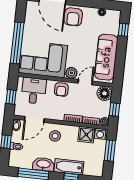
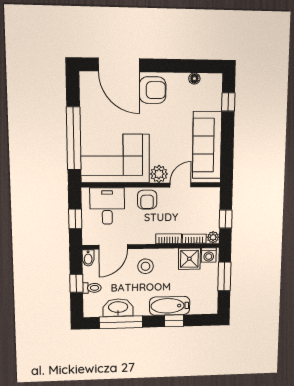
armchair: (73, 17) -> (153, 90), turned -90
floor lamp: (105, 93) -> (209, 198), removed
washbasin: (43, 164) -> (118, 308), moved

